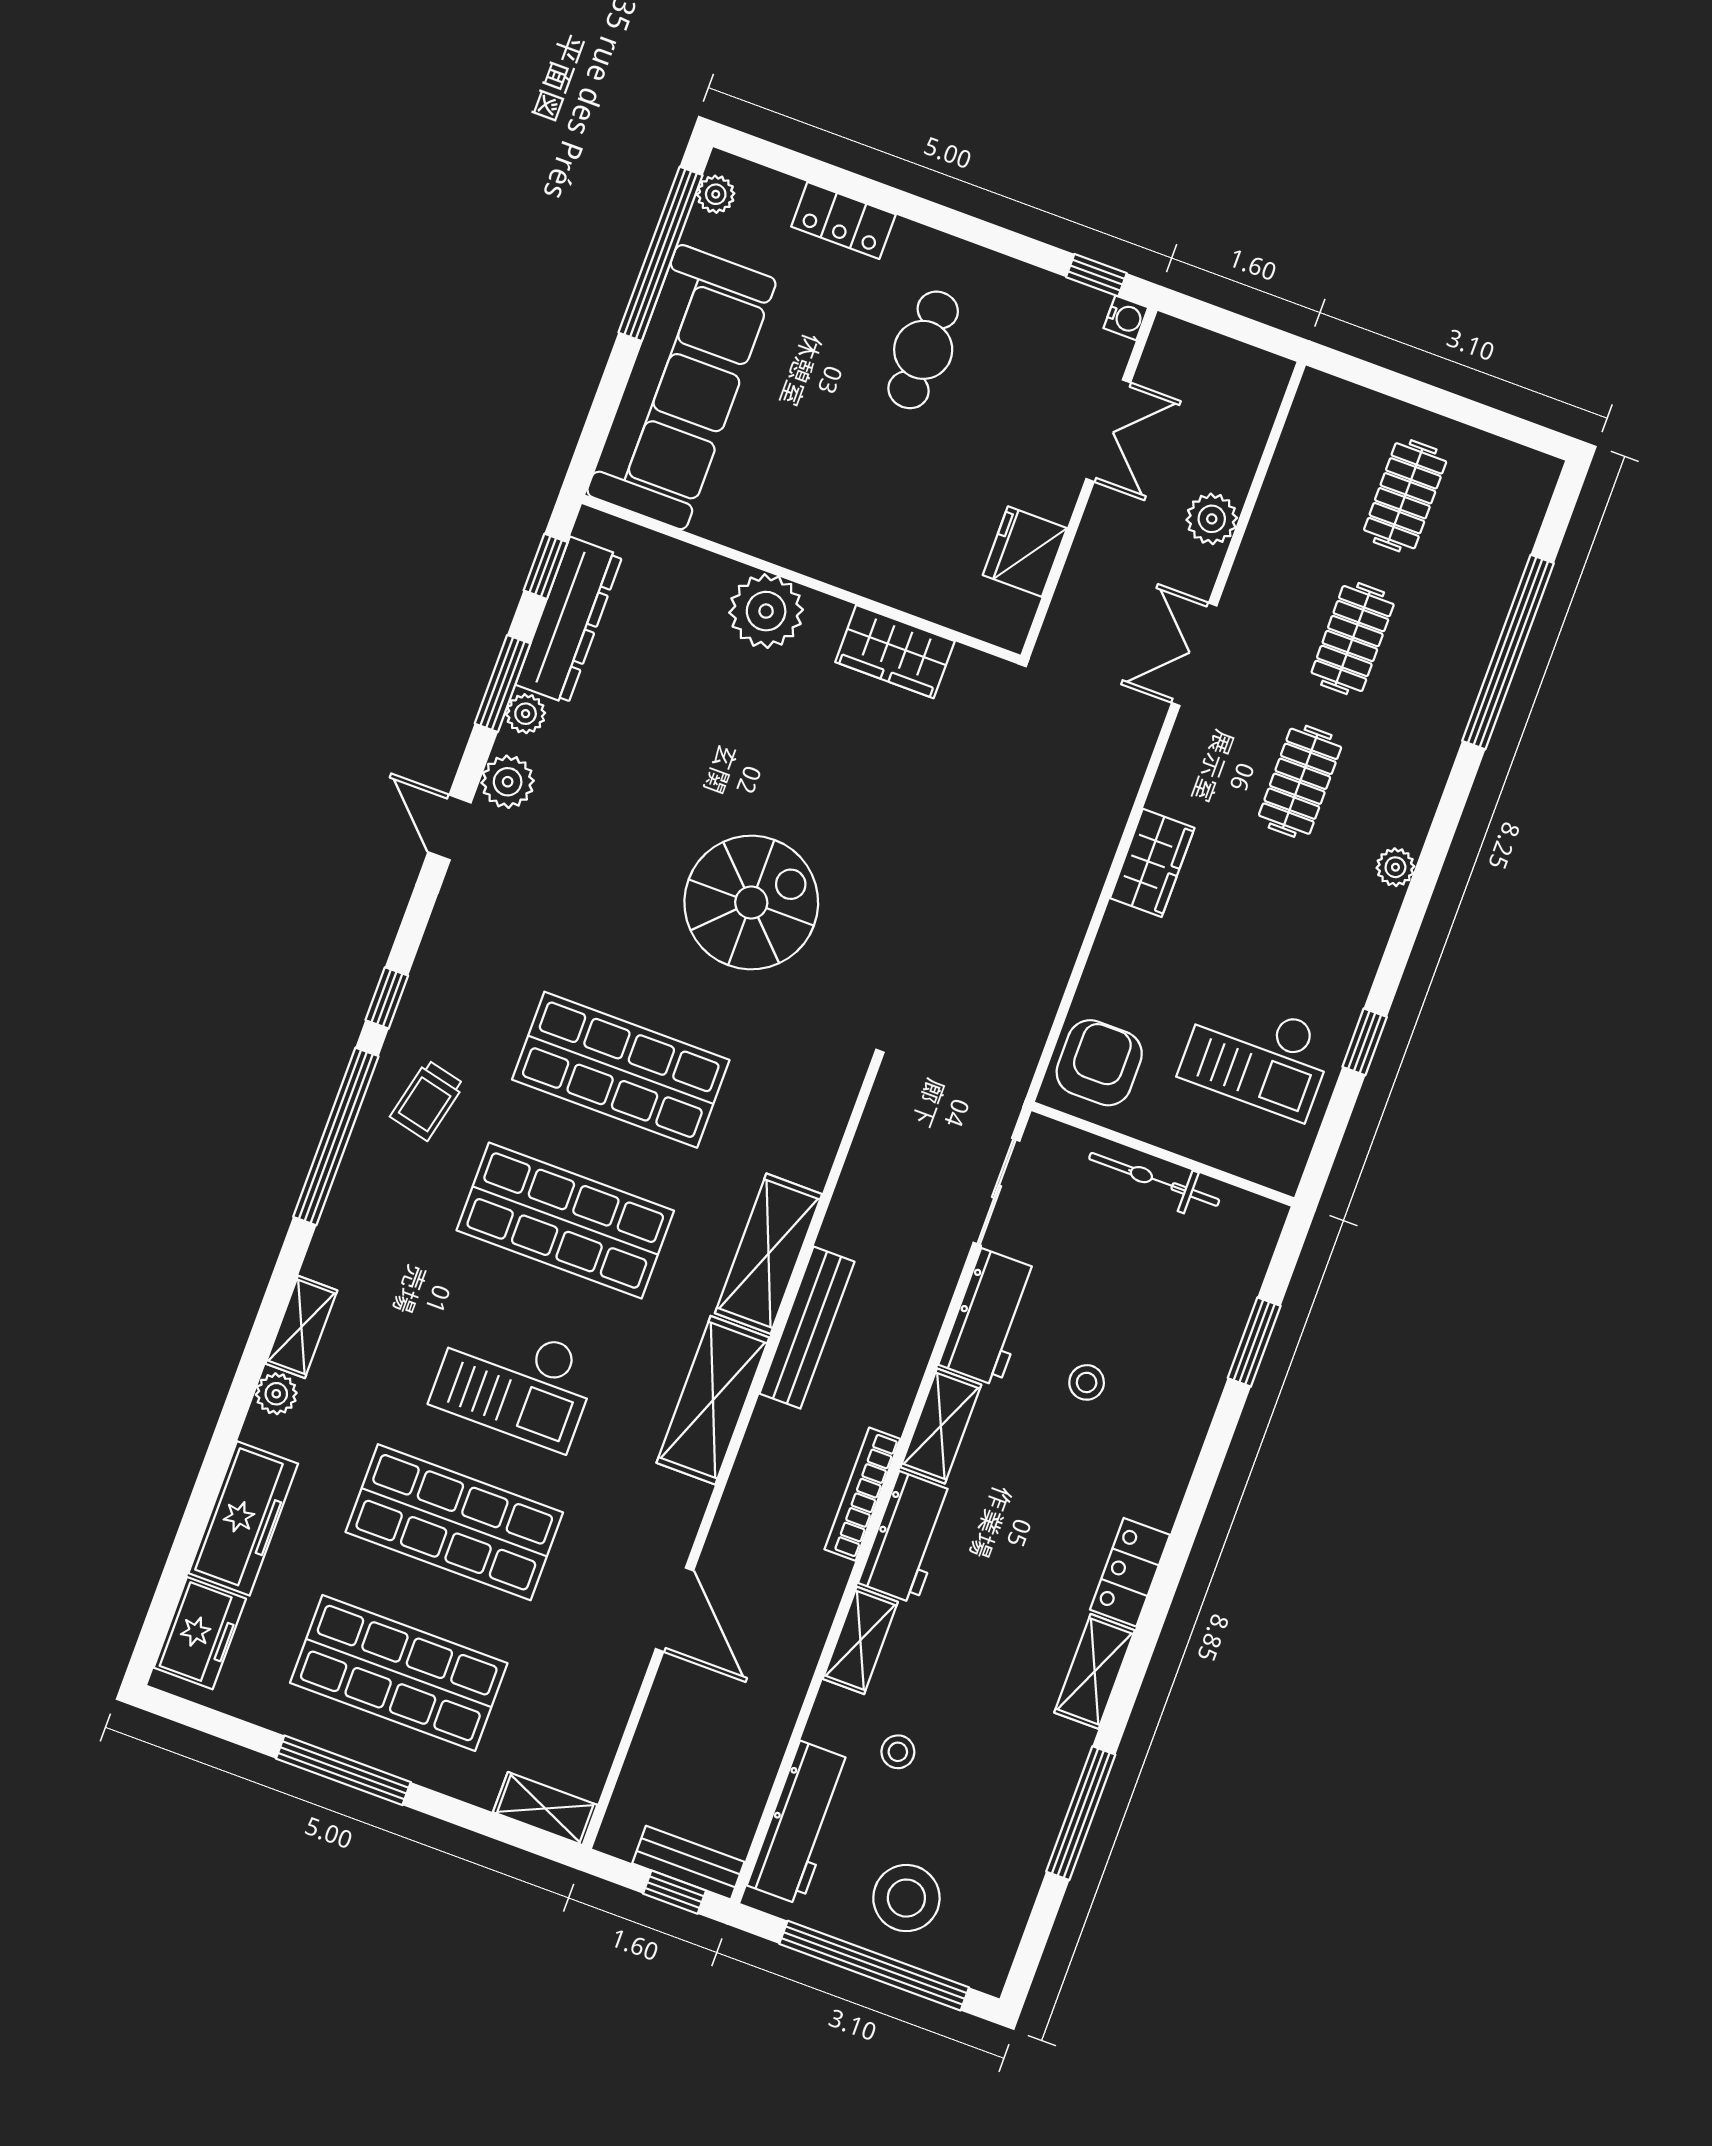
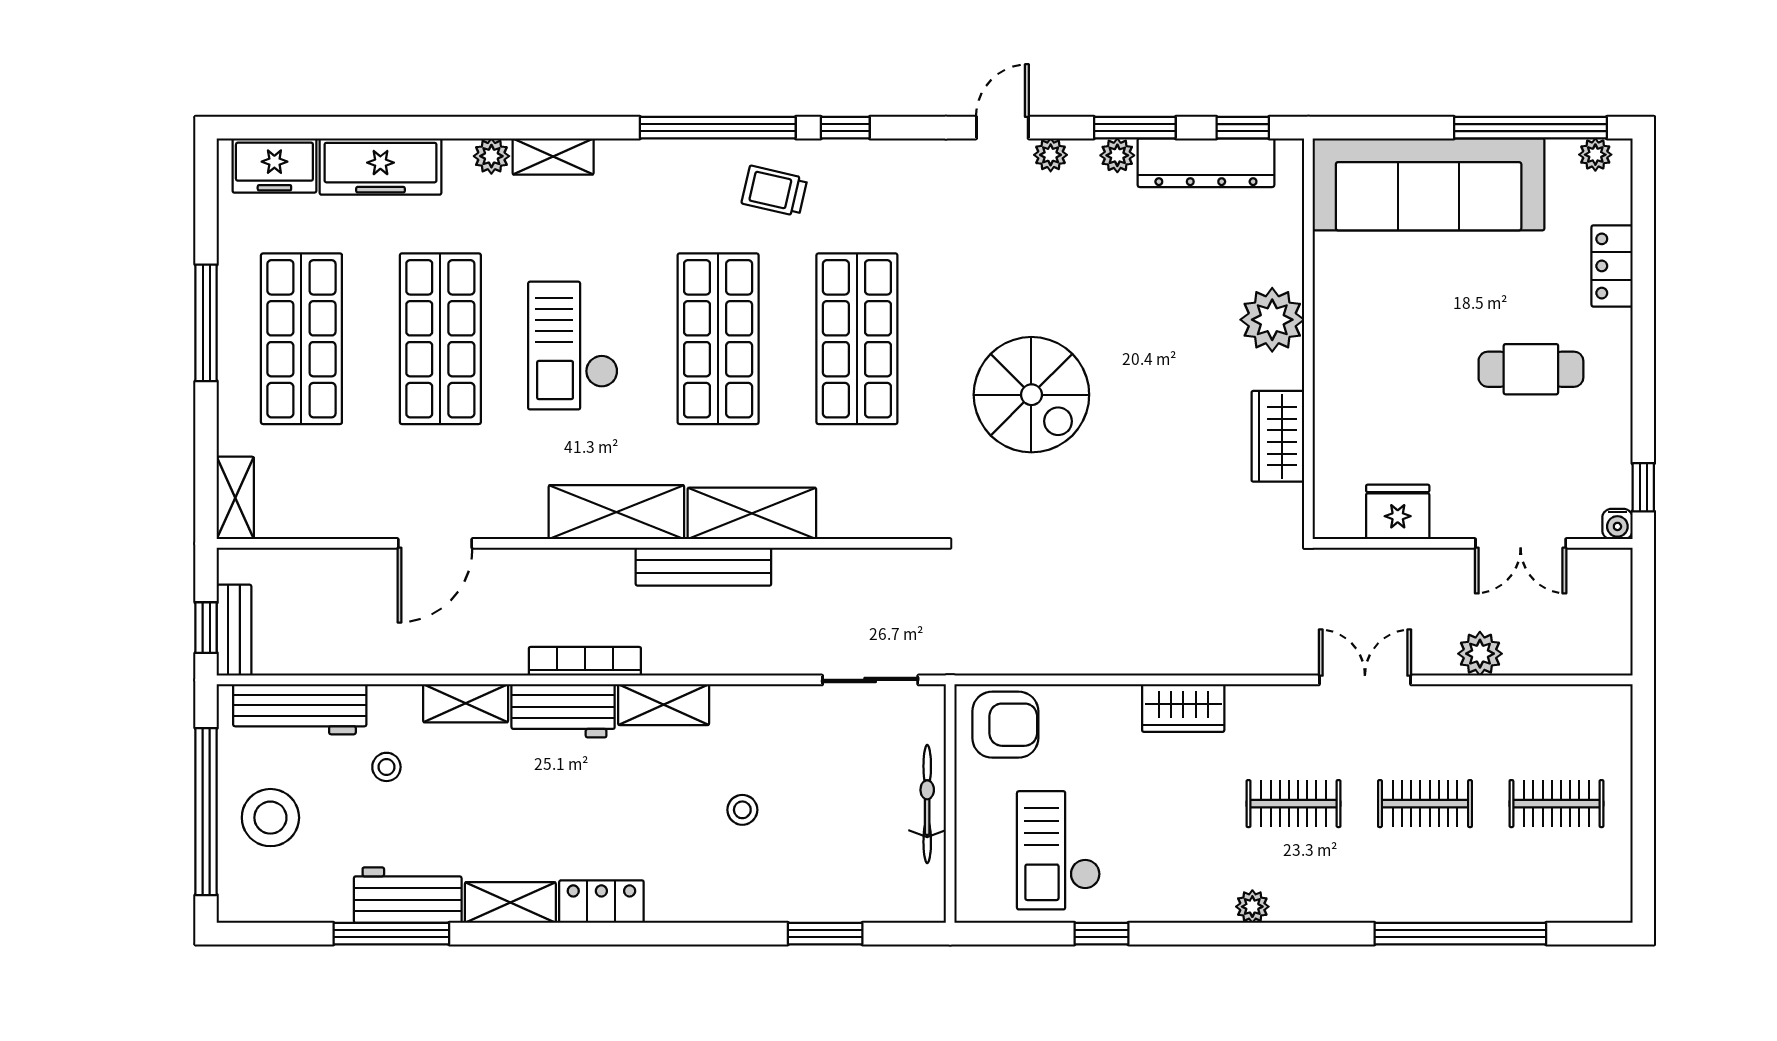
plant: (508, 782) -> (1051, 155), width x0.73, depth x0.73
workbench: (990, 1317) -> (408, 895), moved, turned 180

